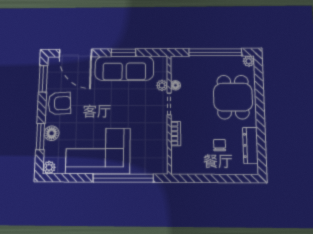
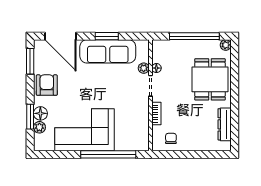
armchair: (59, 103) -> (47, 85), turned -87
chair: (220, 145) -> (171, 138), moved
plant: (49, 167) -> (39, 127), moved

